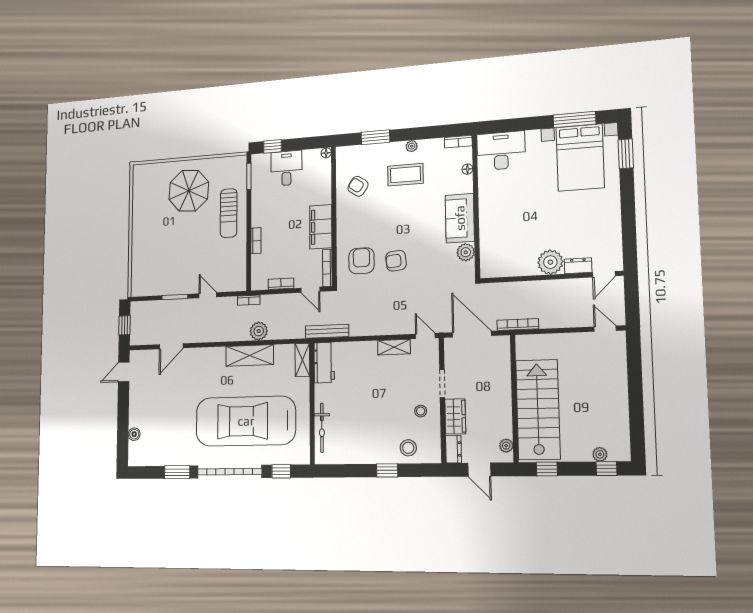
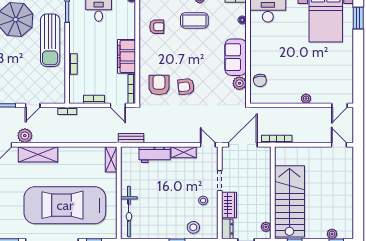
armchair: (358, 186) -> (157, 27), turned 146
sun lounger: (229, 213) -> (50, 40), width x1.36, depth x1.34
chair: (493, 247) -> (260, 80), added
plant: (550, 262) -> (306, 99), width x0.53, depth x0.53
dresser: (578, 266) -> (321, 98), removed
door: (208, 295) -> (33, 105), swing flipped
plant: (259, 331) -> (25, 136), moved
bench: (327, 331) -> (131, 138), width x0.73
door: (472, 334) -> (243, 145), hinge flipped
shelving: (250, 355) -> (38, 154), moved
workbench: (324, 363) -> (155, 155), moved, turned 90
bicycle: (322, 428) -> (129, 211), width x1.37, depth x1.40

